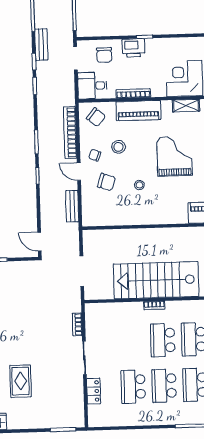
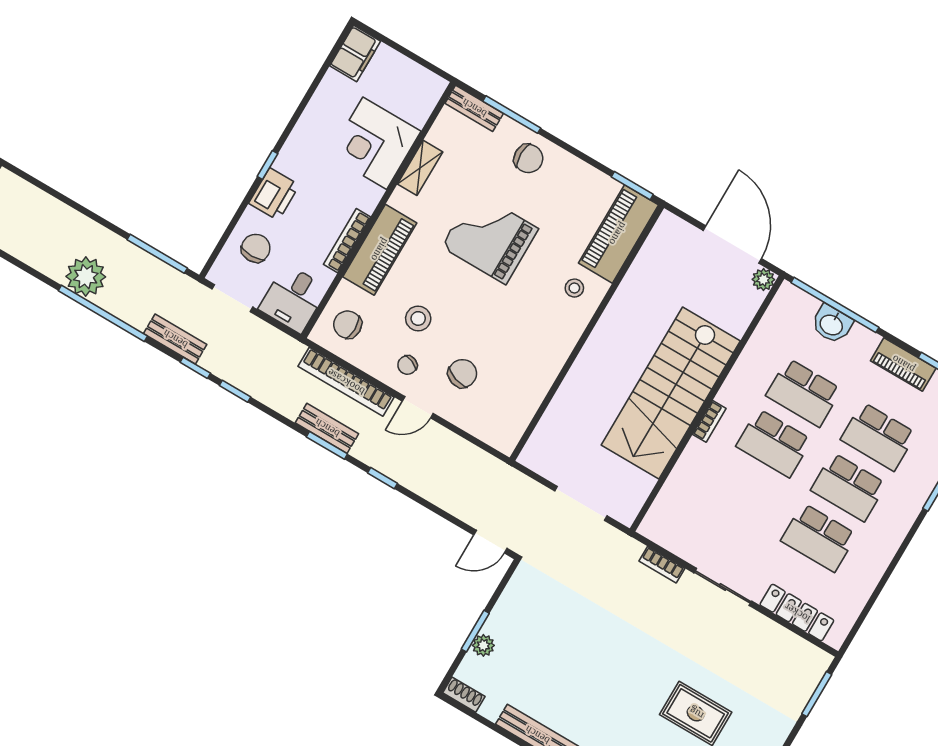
chair: (104, 55) -> (256, 248), turned -90
chair: (96, 117) -> (348, 325), turned -129
stool: (139, 185) -> (574, 288), moved
bench: (72, 206) -> (327, 428), moved
locker: (94, 391) -> (797, 613), width x1.53

